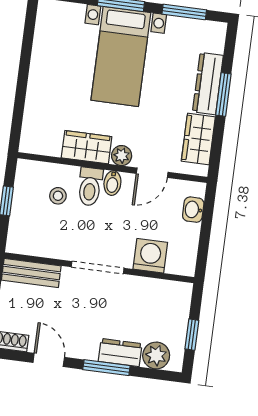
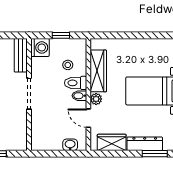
window: (223, 95) -> (155, 154), moved
wardrobe: (87, 147) -> (98, 71), width x1.50
washing machine: (150, 256) -> (40, 47), moved

